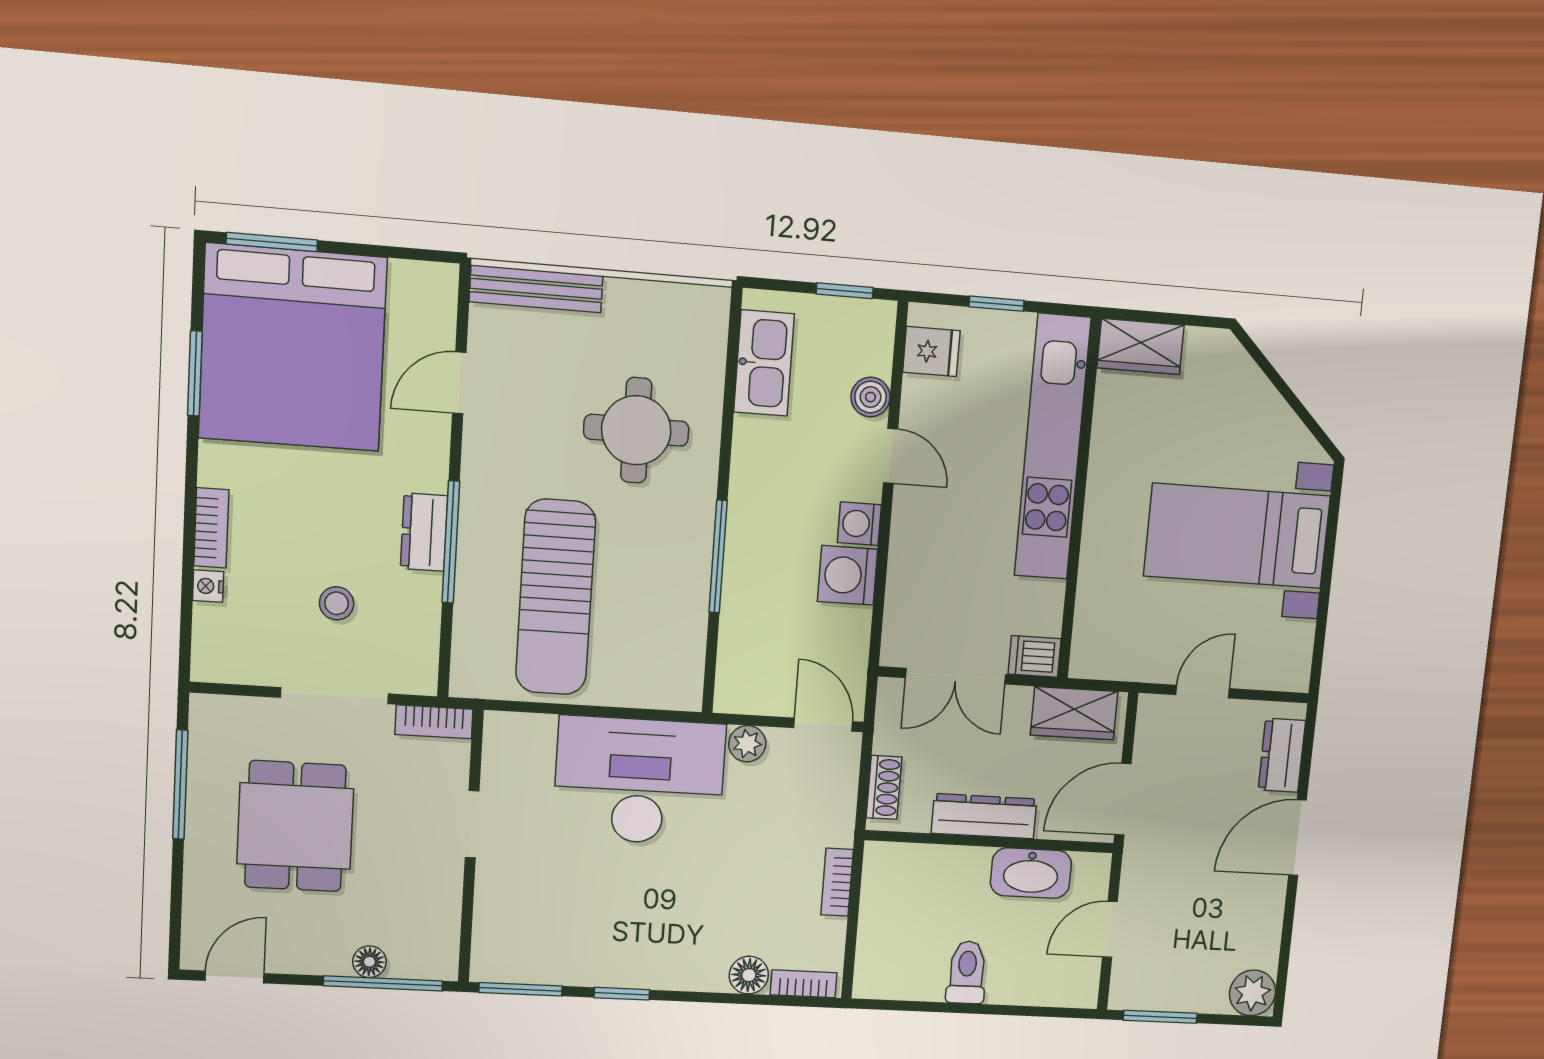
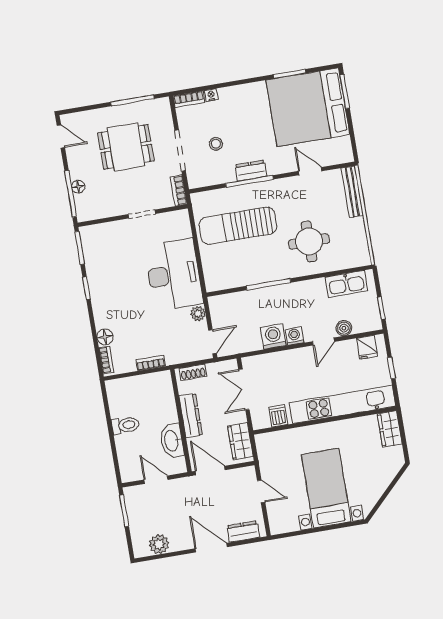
bookcase: (211, 528) -> (189, 99), moved
dishwasher: (1035, 656) -> (278, 416), moved
plant: (1253, 993) -> (159, 544), moved

